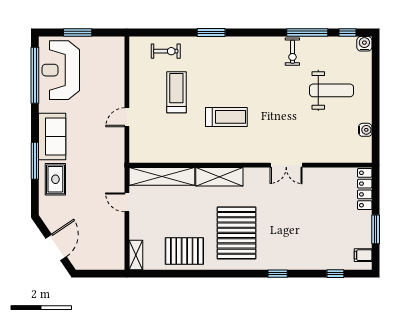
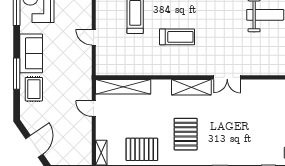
door: (127, 117) -> (94, 37), hinge flipped
shelving: (219, 177) -> (191, 87), moved
pallet: (237, 233) -> (186, 134), width x0.73, depth x0.71

